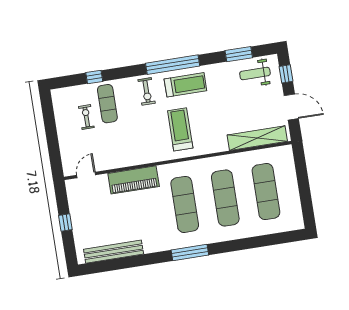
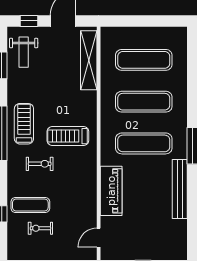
exercise bike: (147, 91) -> (40, 164), moved
door: (86, 175) -> (99, 238), hinge flipped
bench: (114, 252) -> (180, 189), moved

